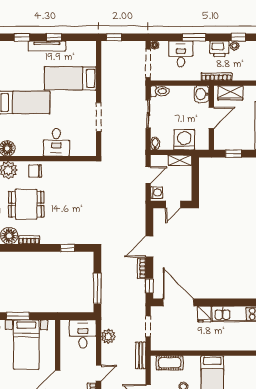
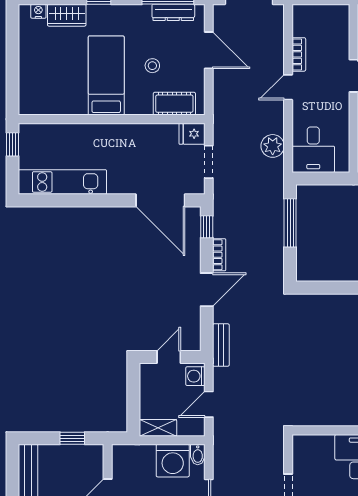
washing machine: (184, 140) -> (173, 461), moved
window: (68, 248) -> (338, 288), removed
fridge: (204, 314) -> (192, 134), moved, turned -90
bench: (141, 355) -> (221, 345), moved

